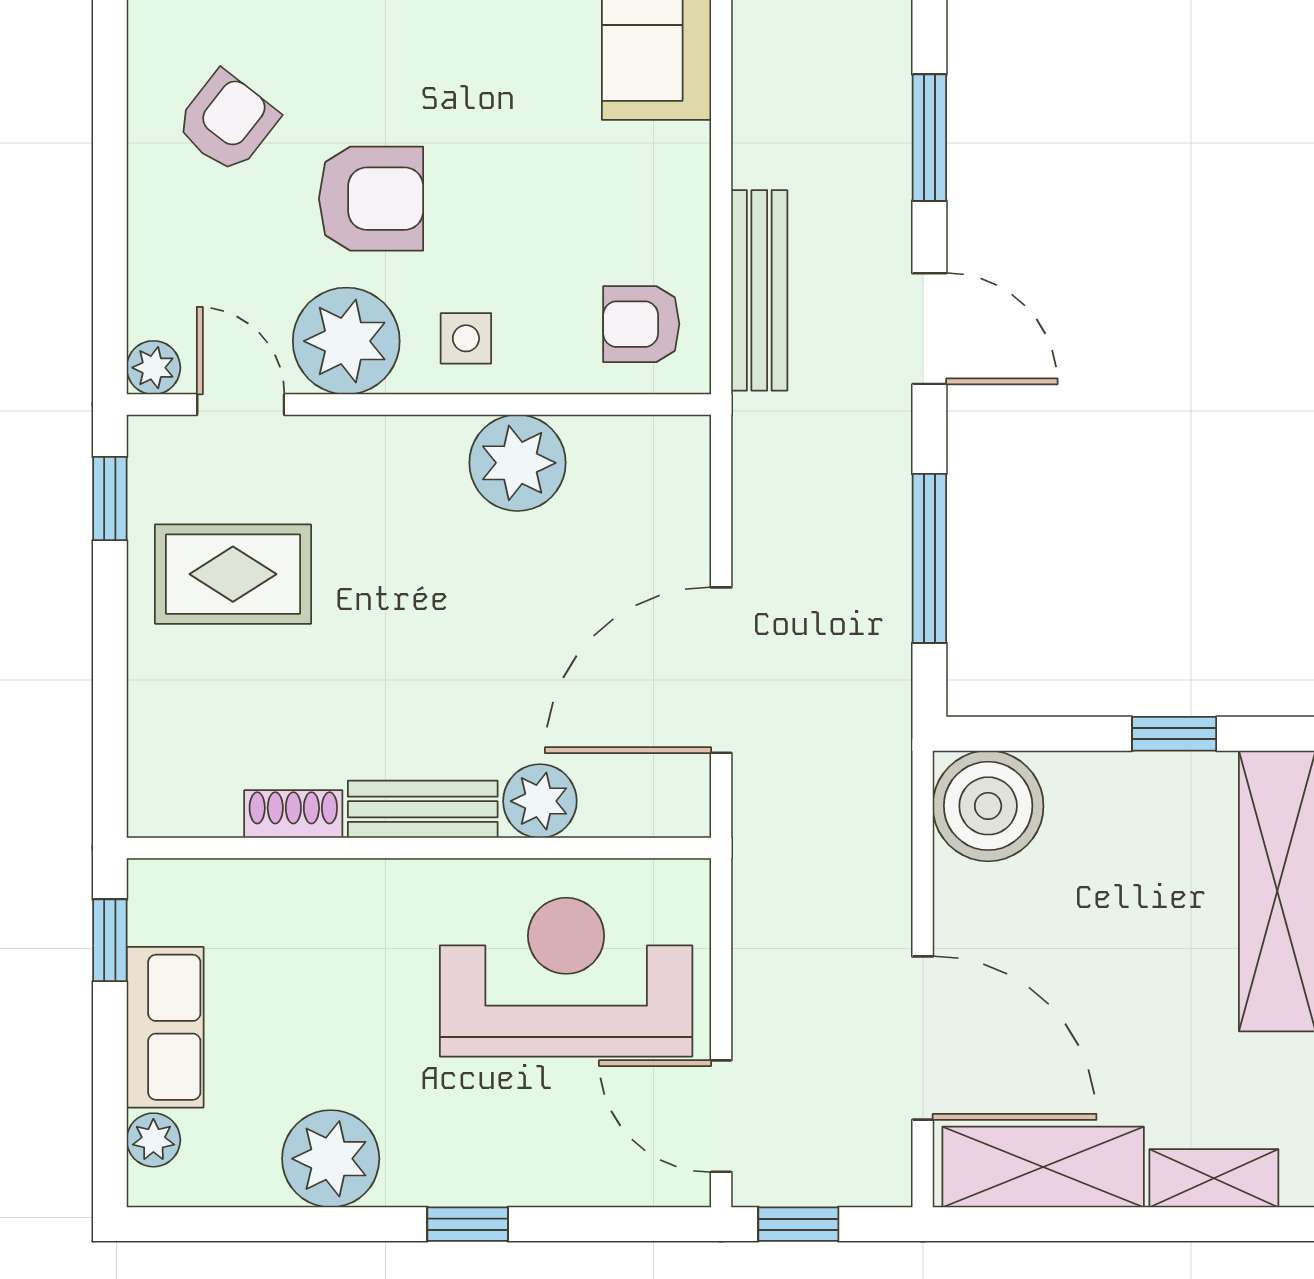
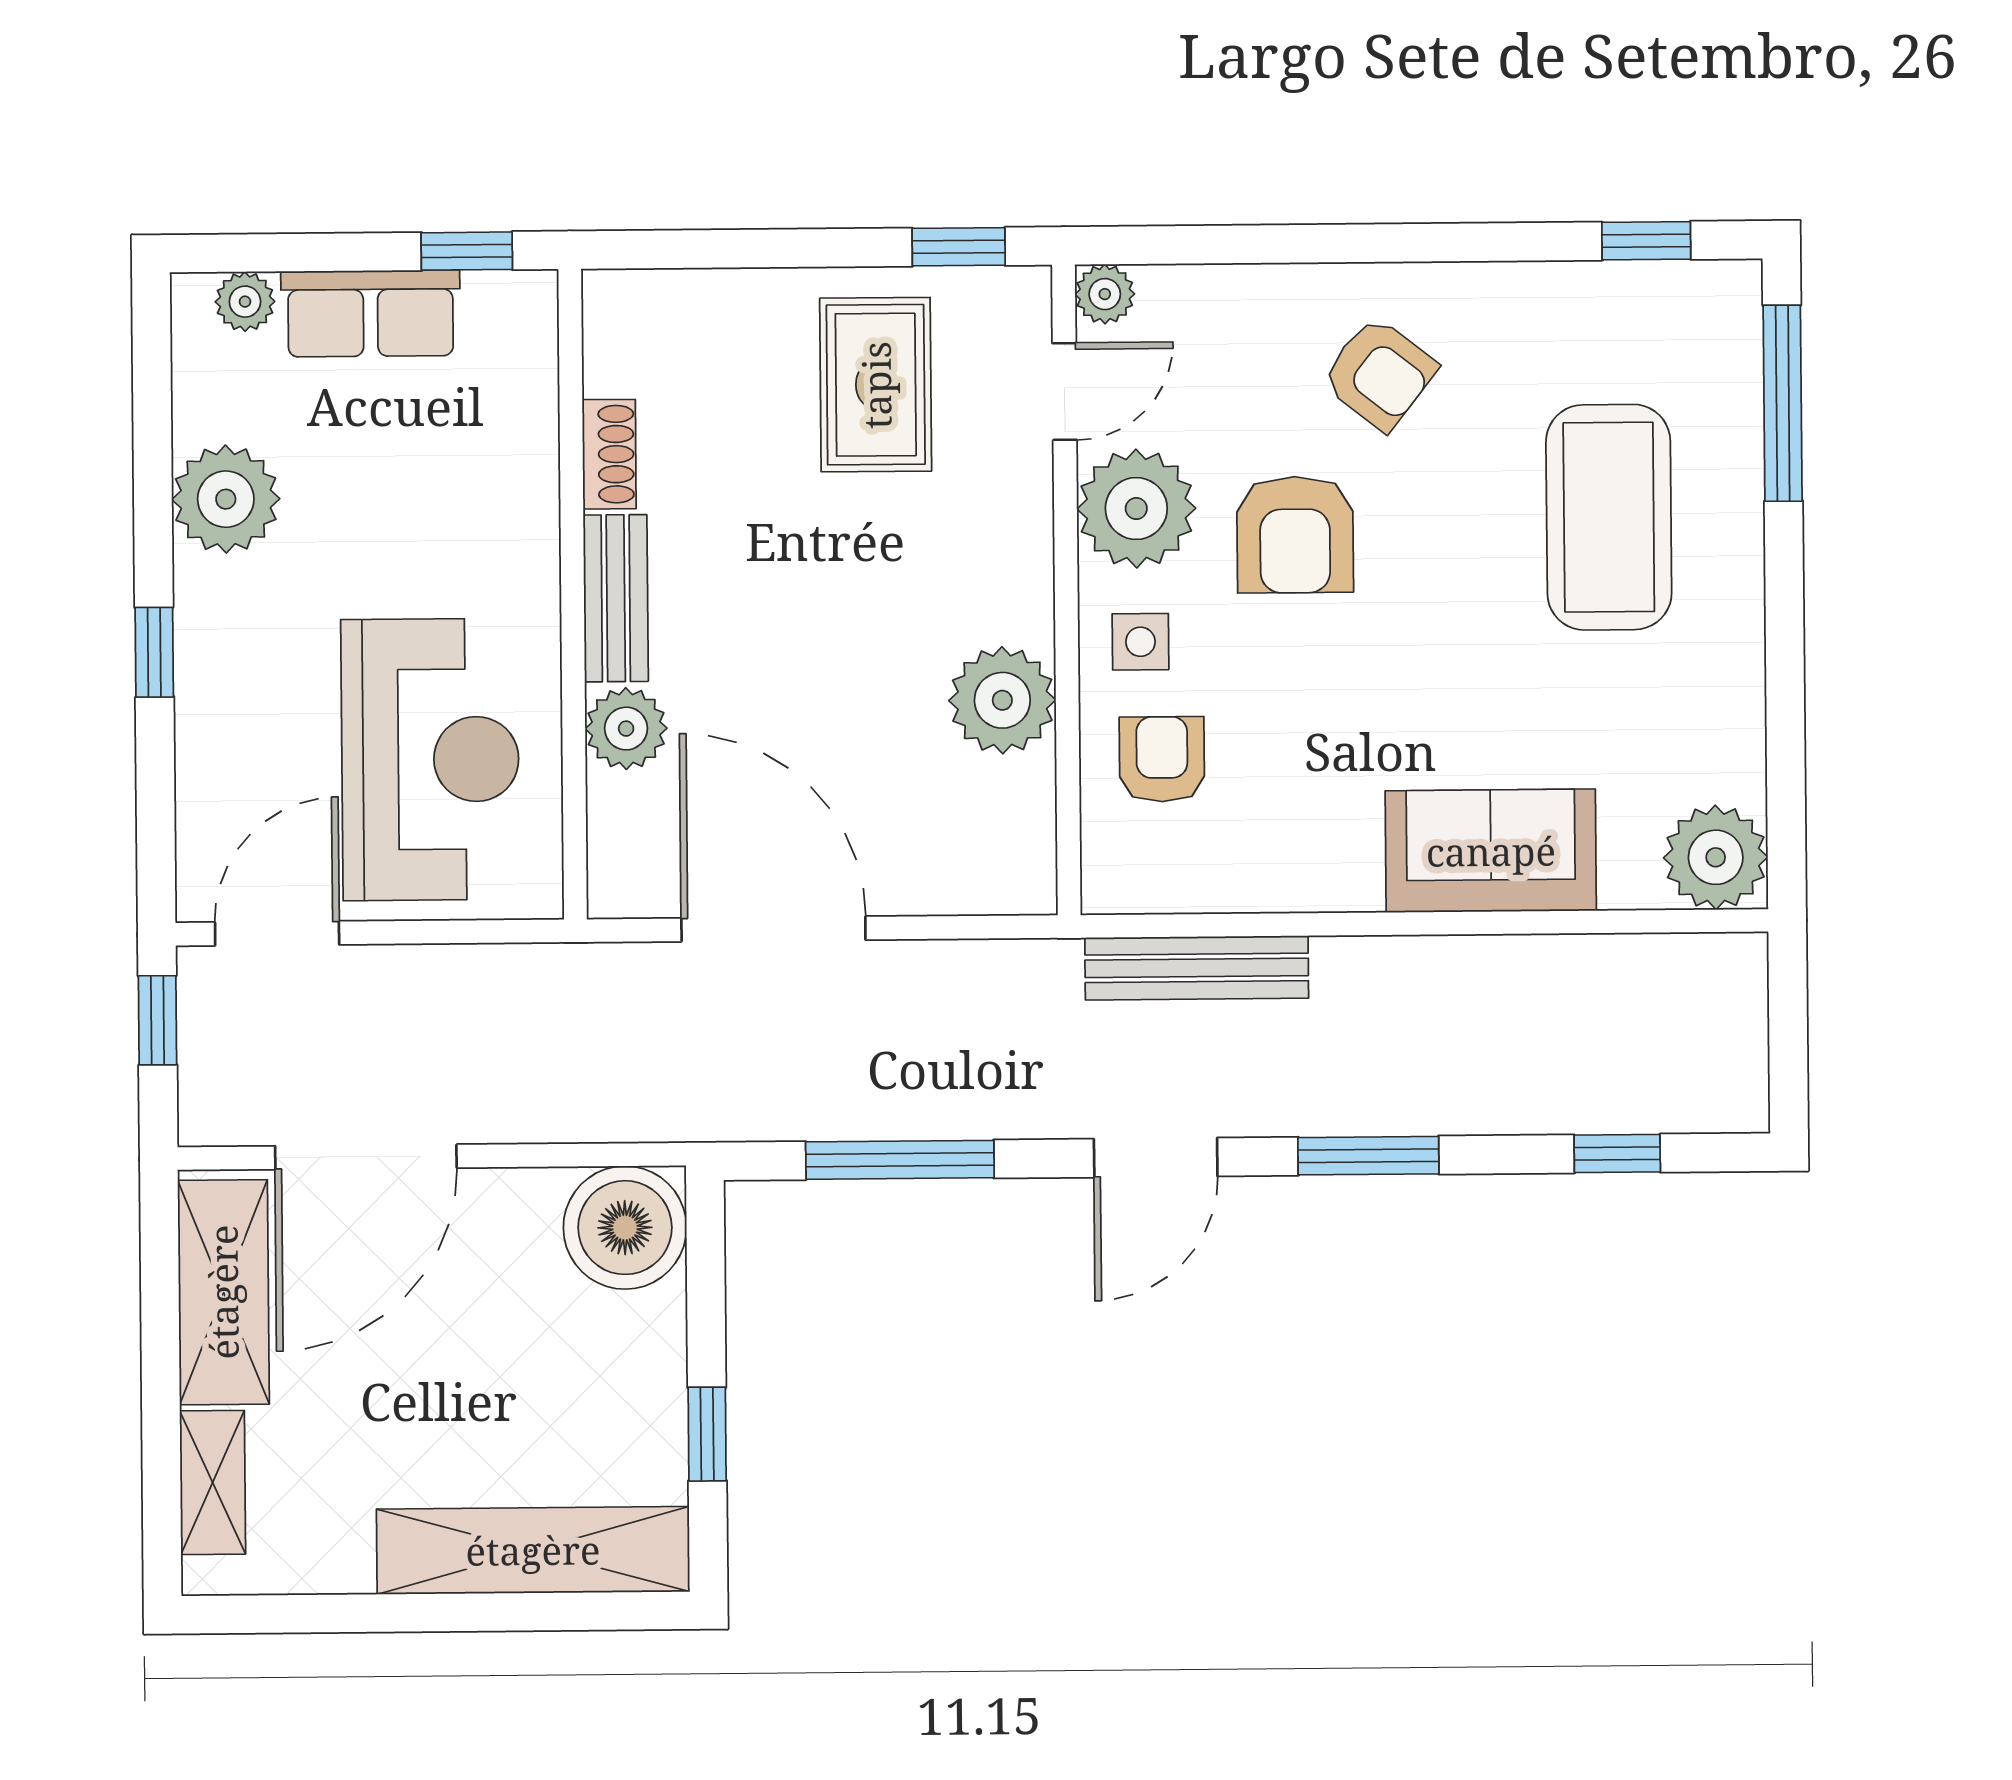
armchair: (641, 324) -> (1162, 759), moved

